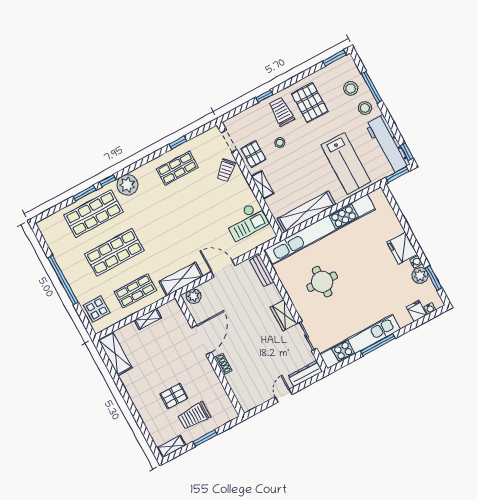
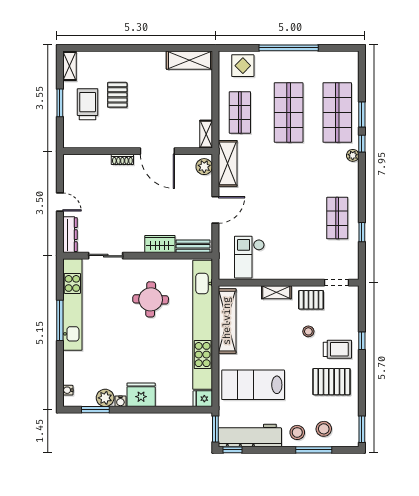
trolley: (226, 170) -> (310, 264), removed
plant: (127, 185) -> (353, 155), width x0.53, depth x0.53
fridge: (417, 311) -> (203, 399), moved, turned 180
wardrobe: (284, 315) -> (160, 244), moved
shelving: (148, 319) -> (206, 134), moved

